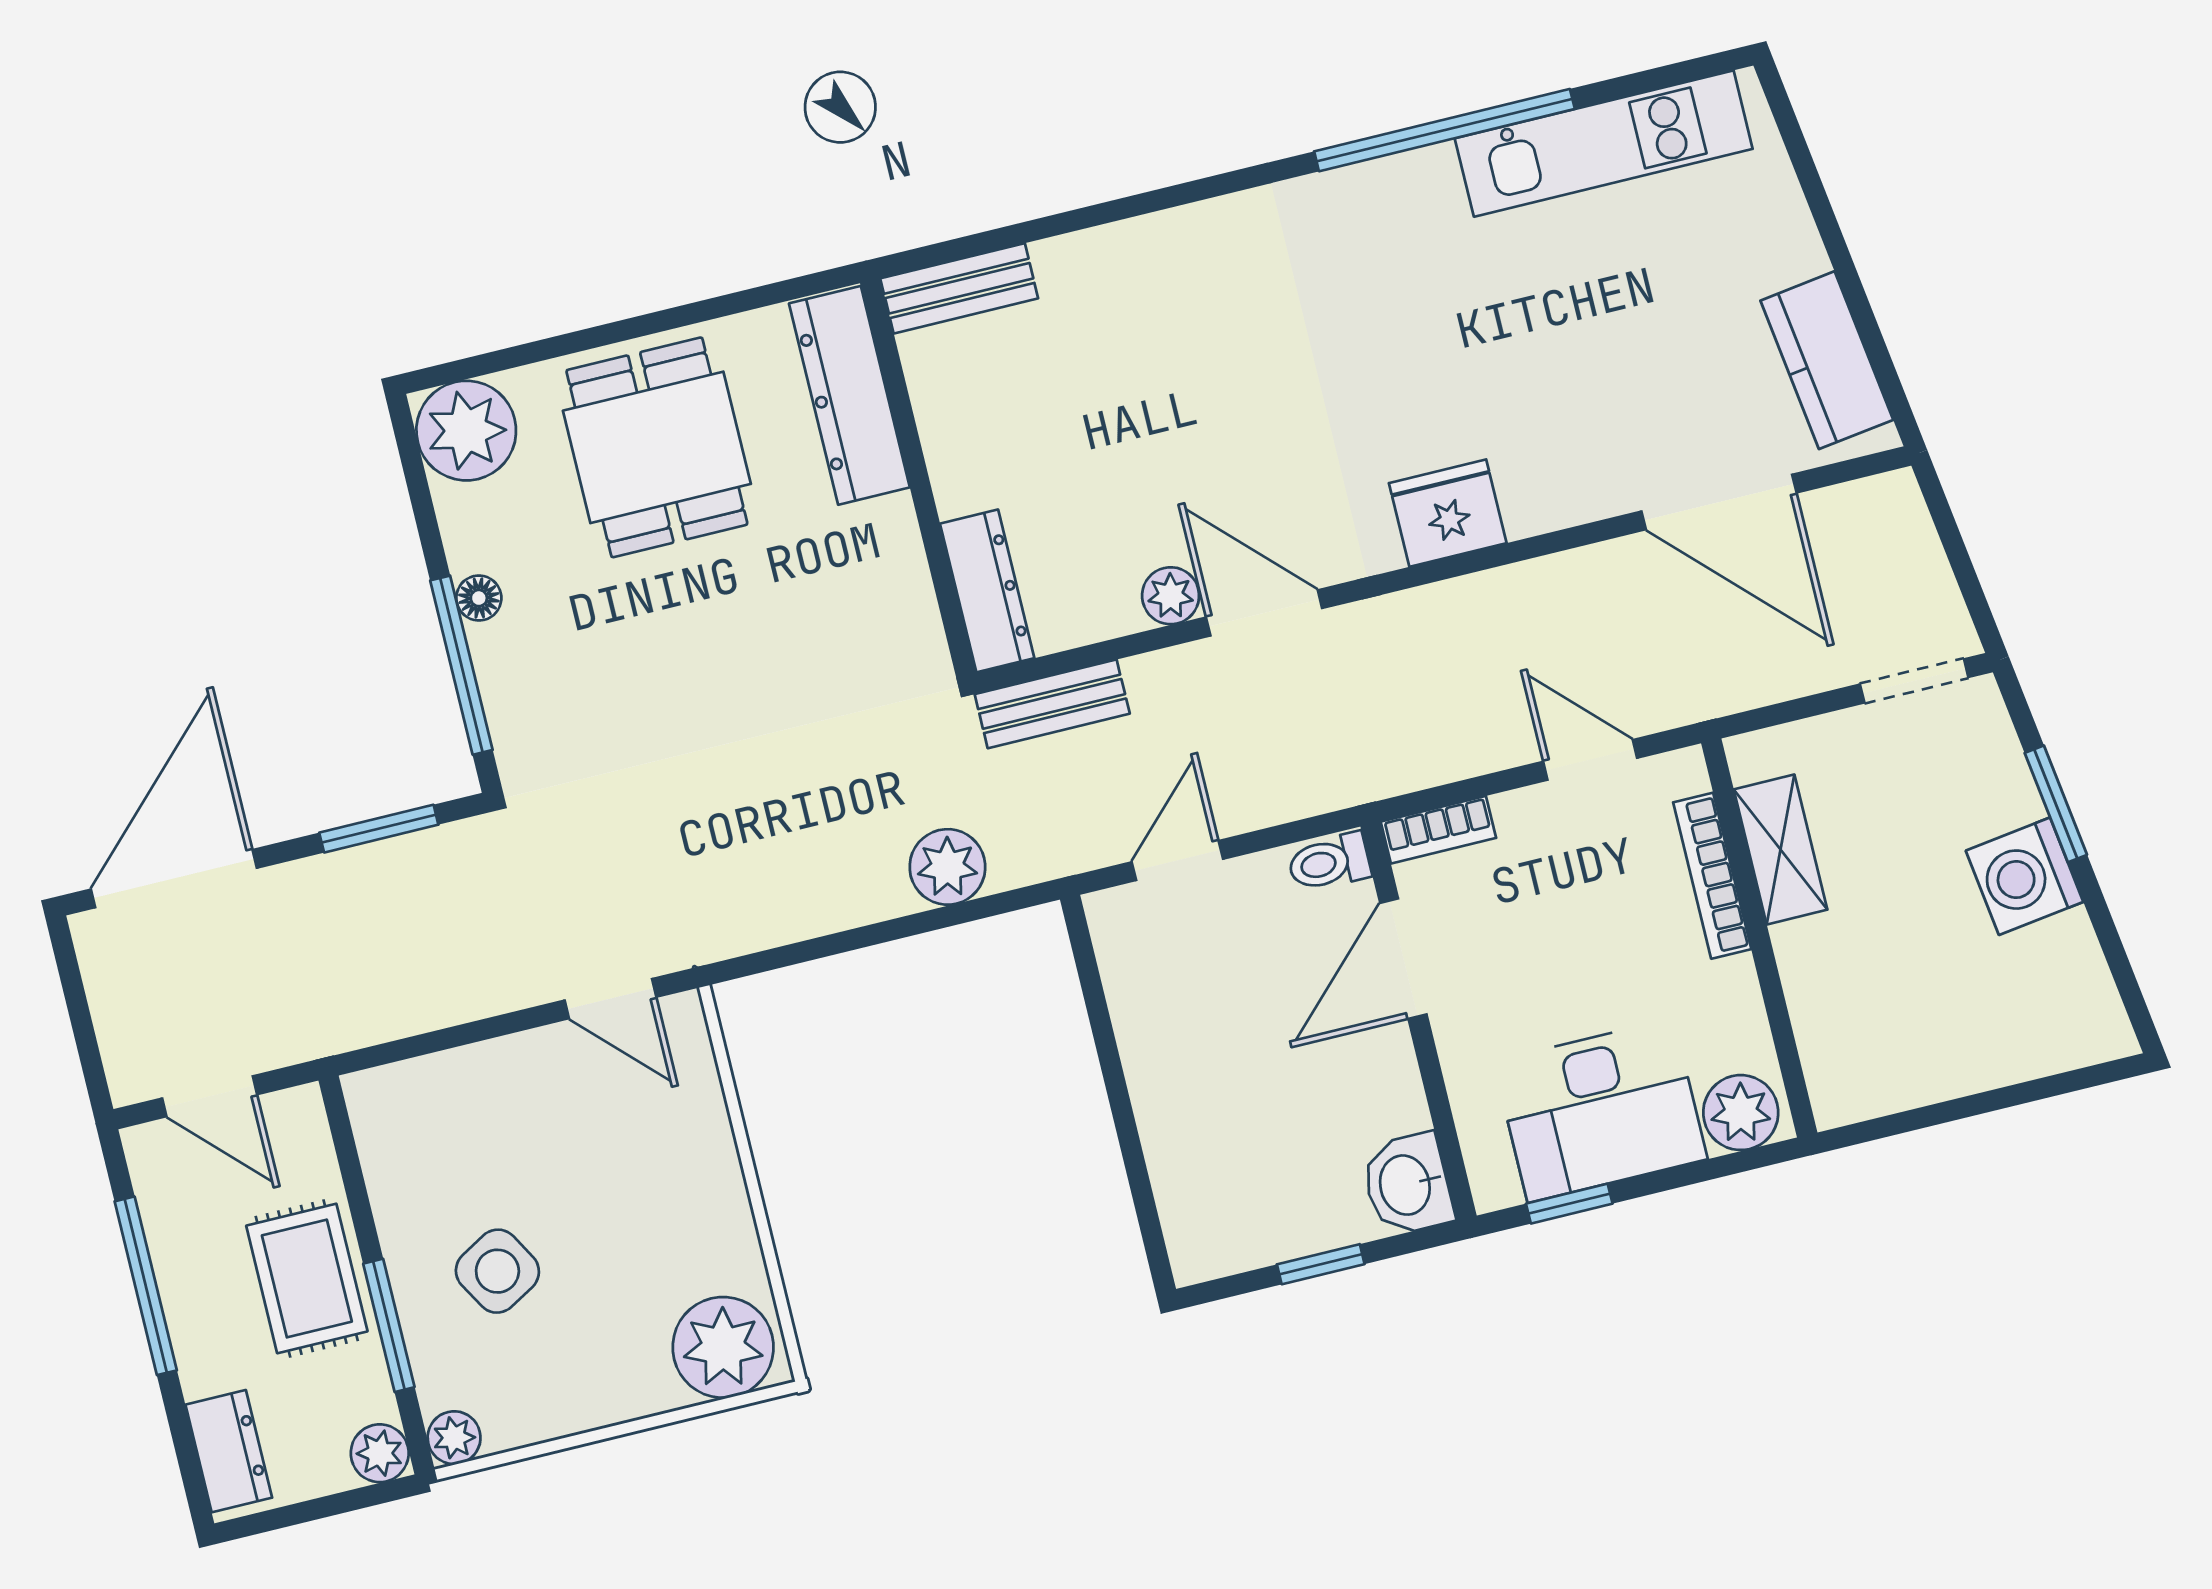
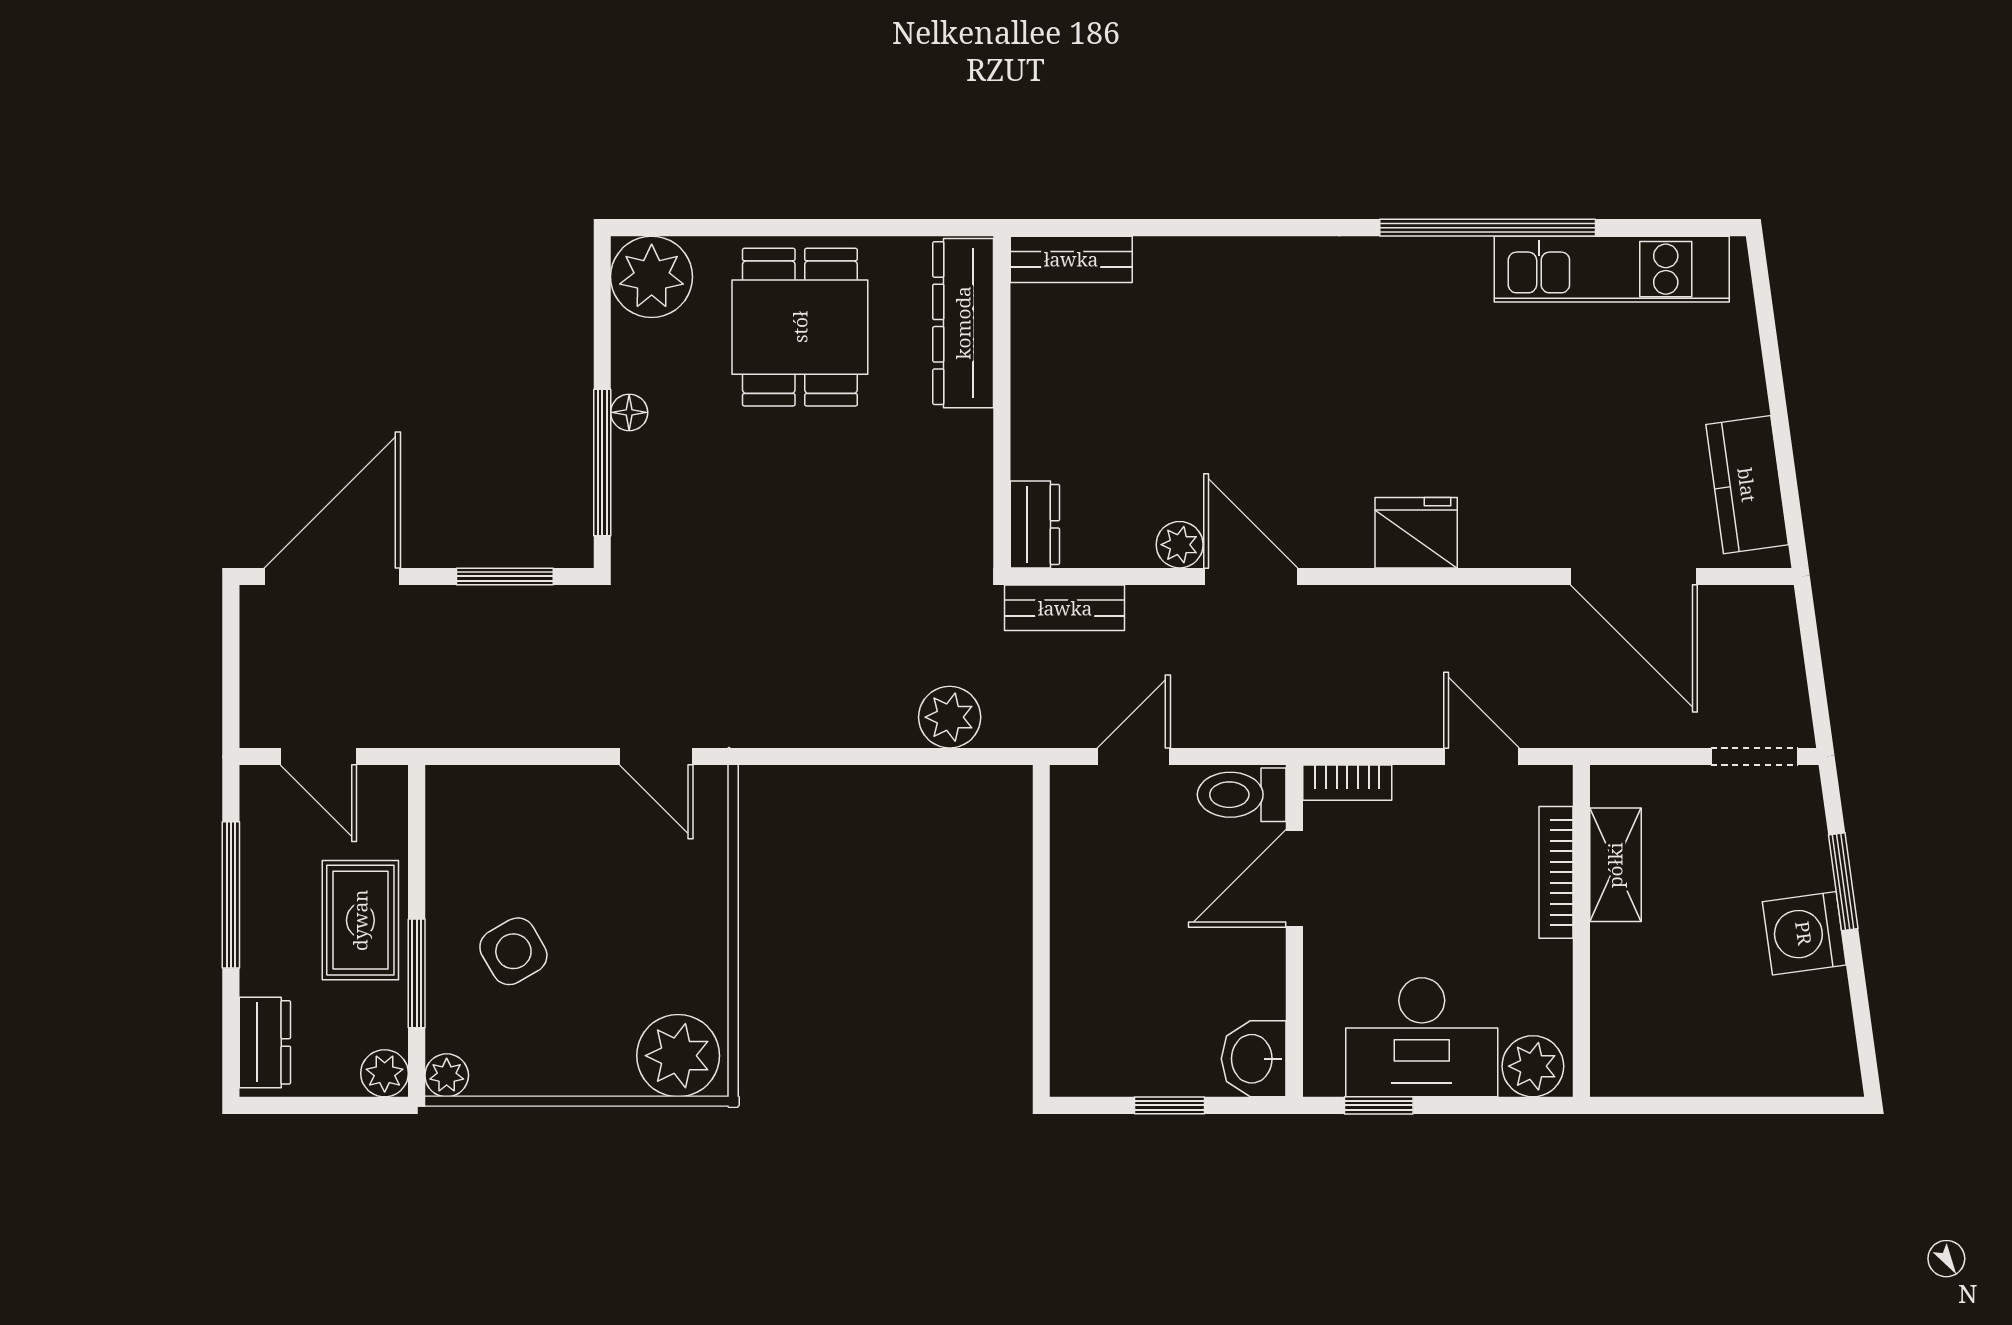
dresser: (987, 591) -> (1035, 524), width x0.70
toilet: (1329, 862) -> (1242, 795), width x1.37, depth x1.39

